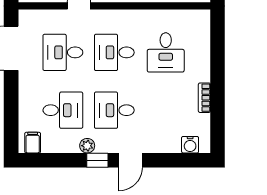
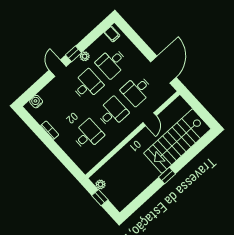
desk: (63, 52) -> (137, 90), turned 180
desk: (166, 52) -> (88, 135), turned 90

